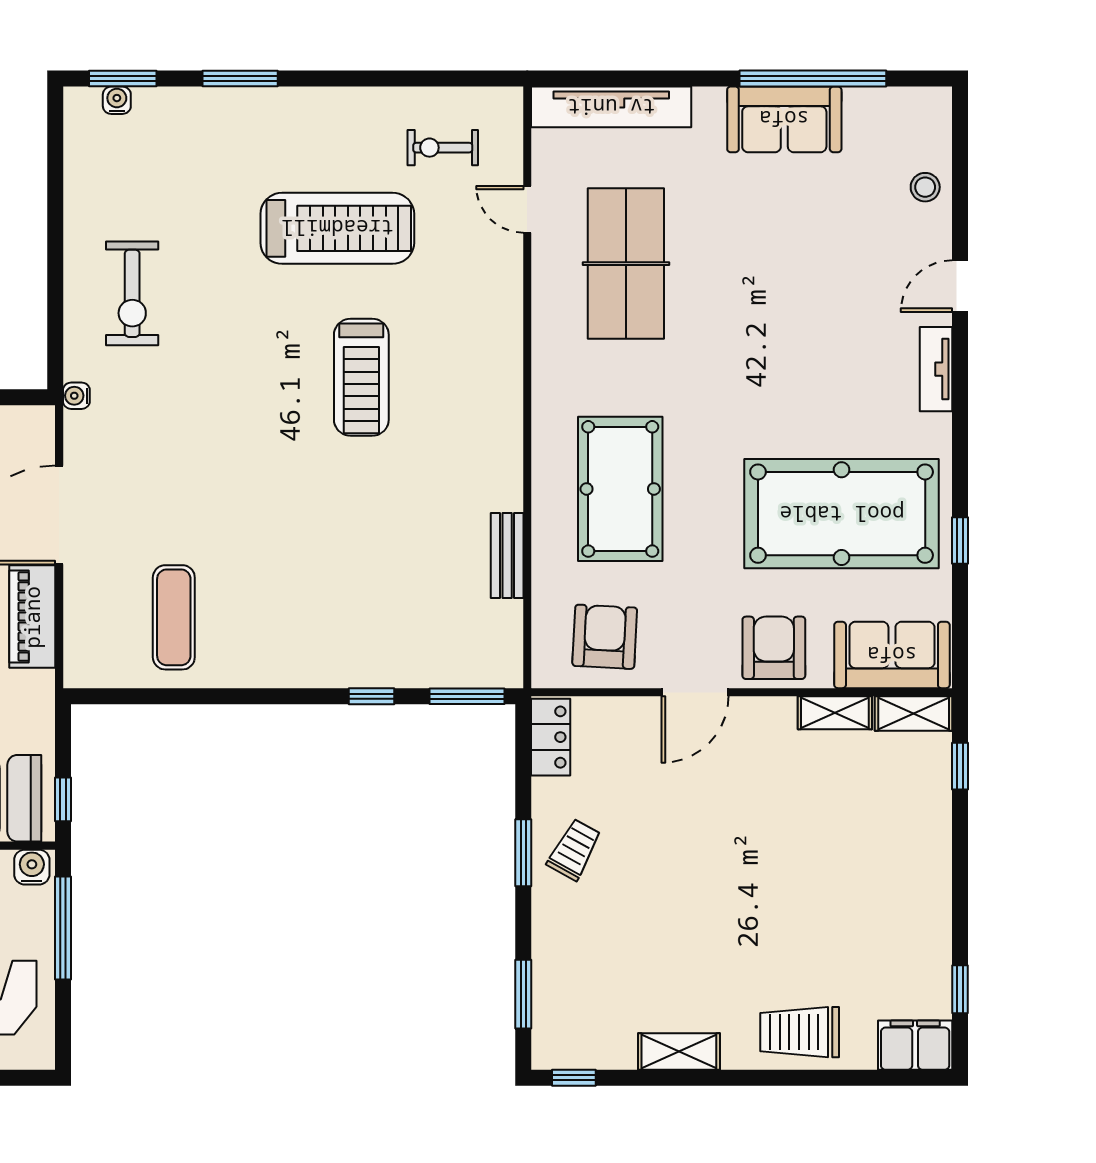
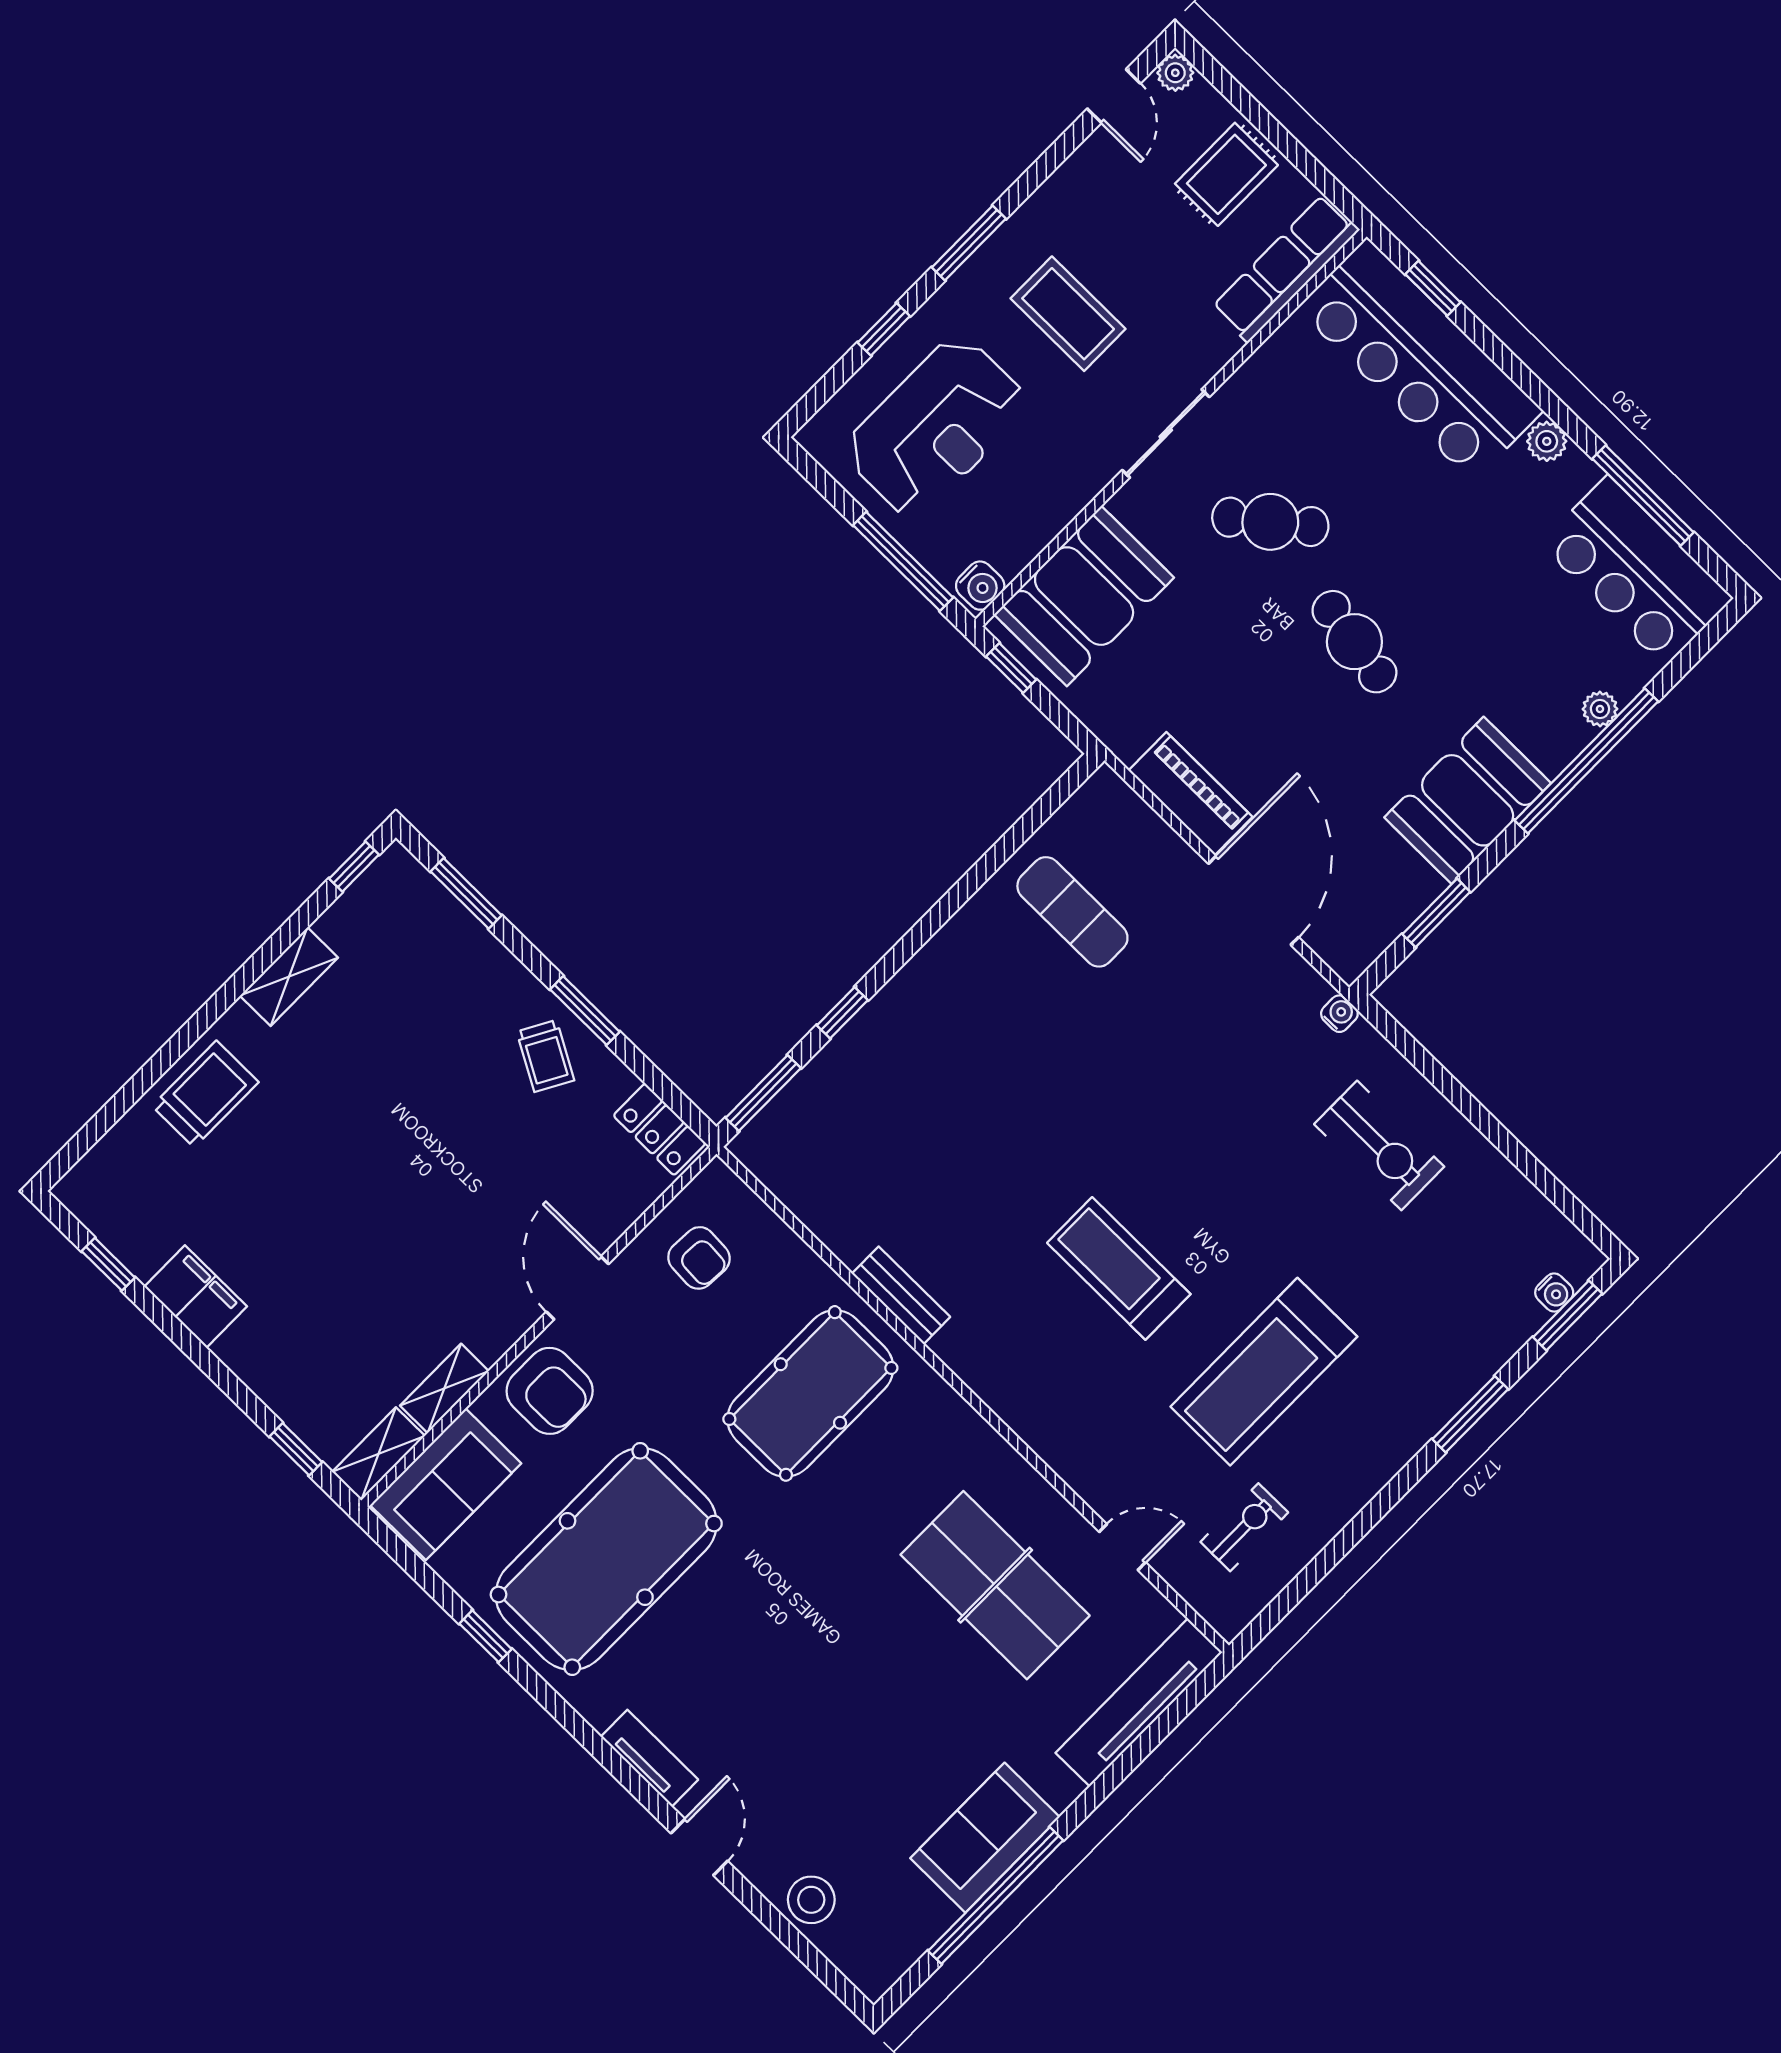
stool: (925, 187) -> (811, 1900), width x1.37, depth x1.37
exercise bike: (132, 293) -> (1379, 1145), turned 180
pool table: (620, 489) -> (810, 1393), turned 90
bench: (507, 555) -> (901, 1295), moved
armchair: (605, 637) -> (699, 1258), width x0.72, depth x0.72
filing cabinet: (915, 1045) -> (196, 1296), moved, turned -90

